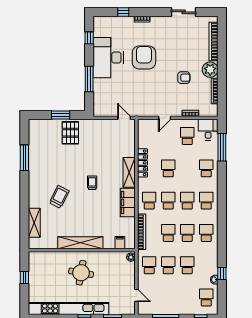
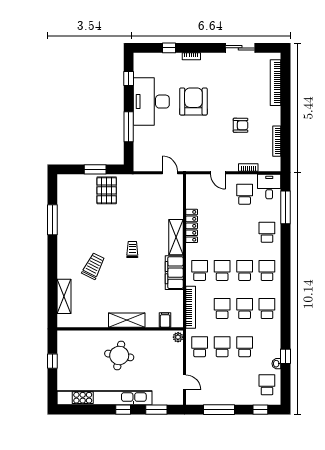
plant: (210, 70) -> (272, 116), removed
door: (165, 118) -> (218, 173), hinge flipped
school desk: (168, 168) -> (222, 232), removed
shelving: (80, 243) -> (127, 320), width x0.68

